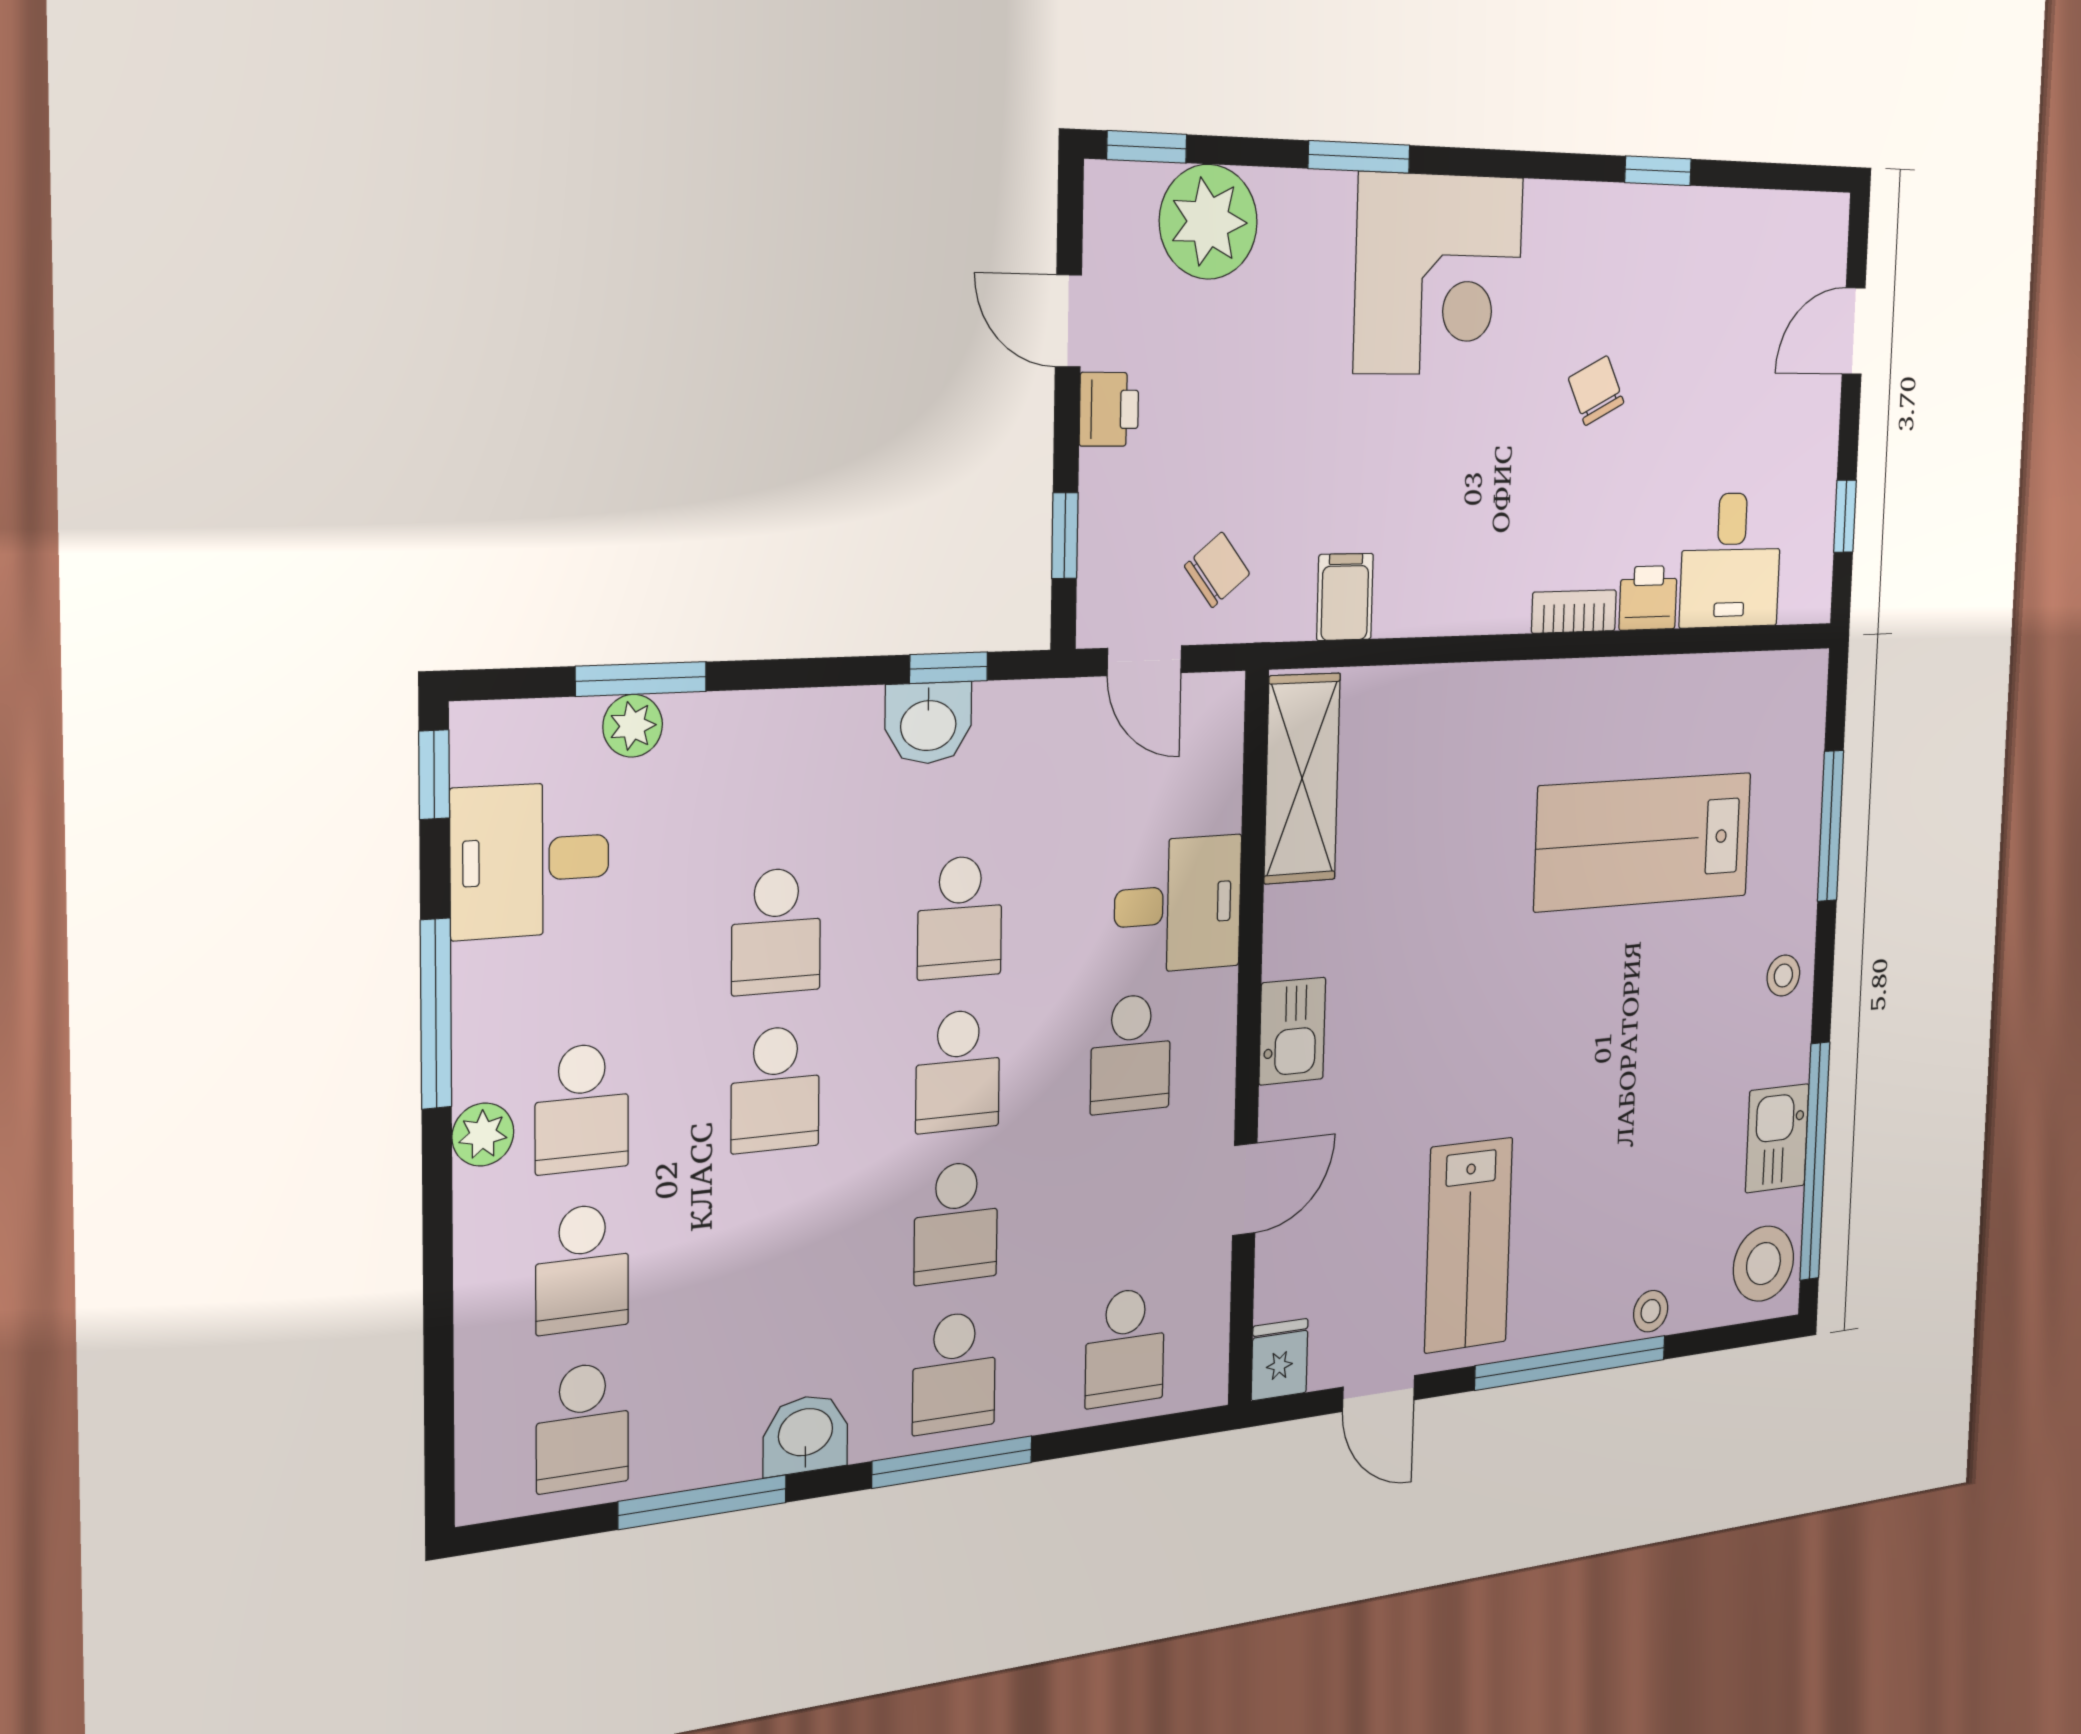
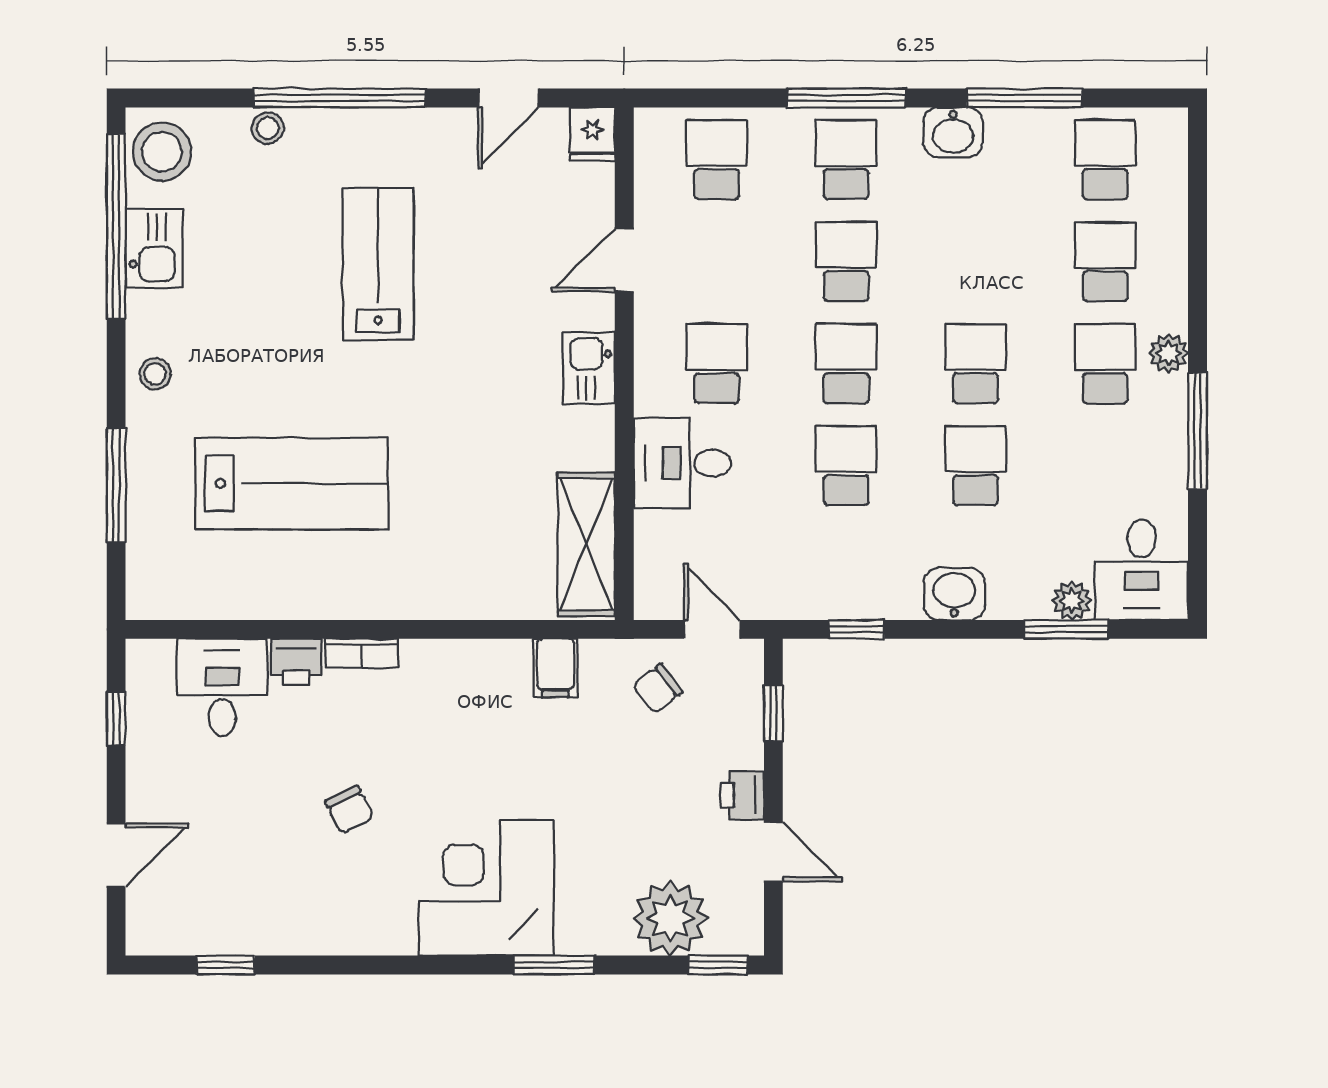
window: (1658, 171) -> (226, 965), moved
washbasin: (928, 723) -> (954, 594), moved
window: (434, 775) -> (1198, 576), removed
desk: (530, 860) -> (1142, 570), moved, turned 90
lab bench: (1469, 1245) -> (378, 264), moved
door: (1379, 1394) -> (508, 98), swing flipped

